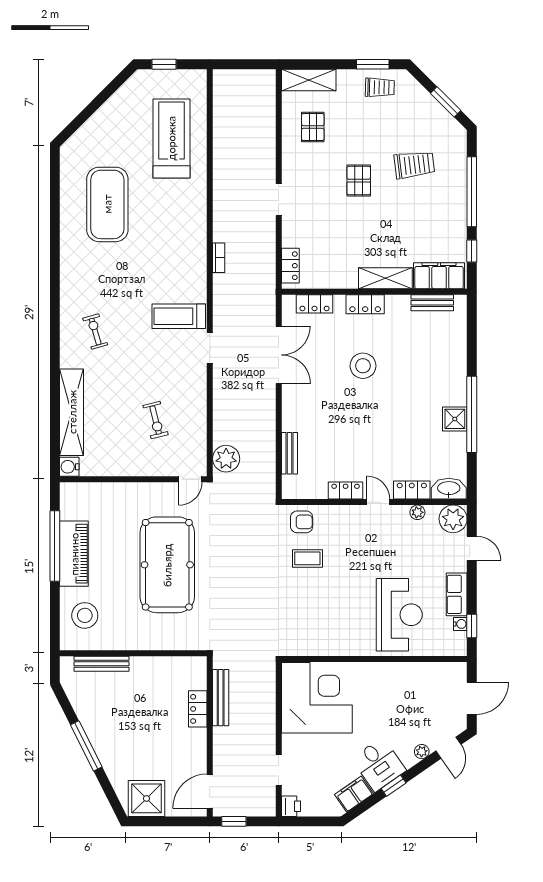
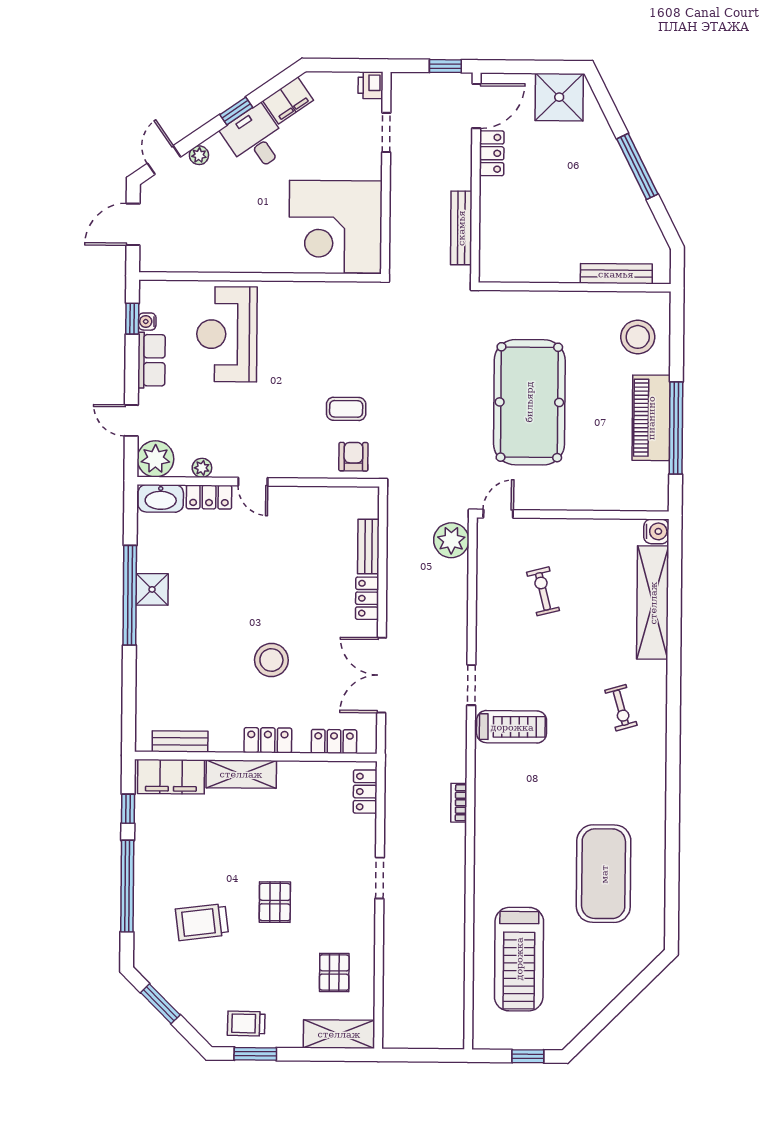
locker: (346, 491) -> (367, 598), moved, turned 90
armchair: (302, 522) -> (353, 457), turned 90
locker: (198, 709) -> (492, 153), moved

